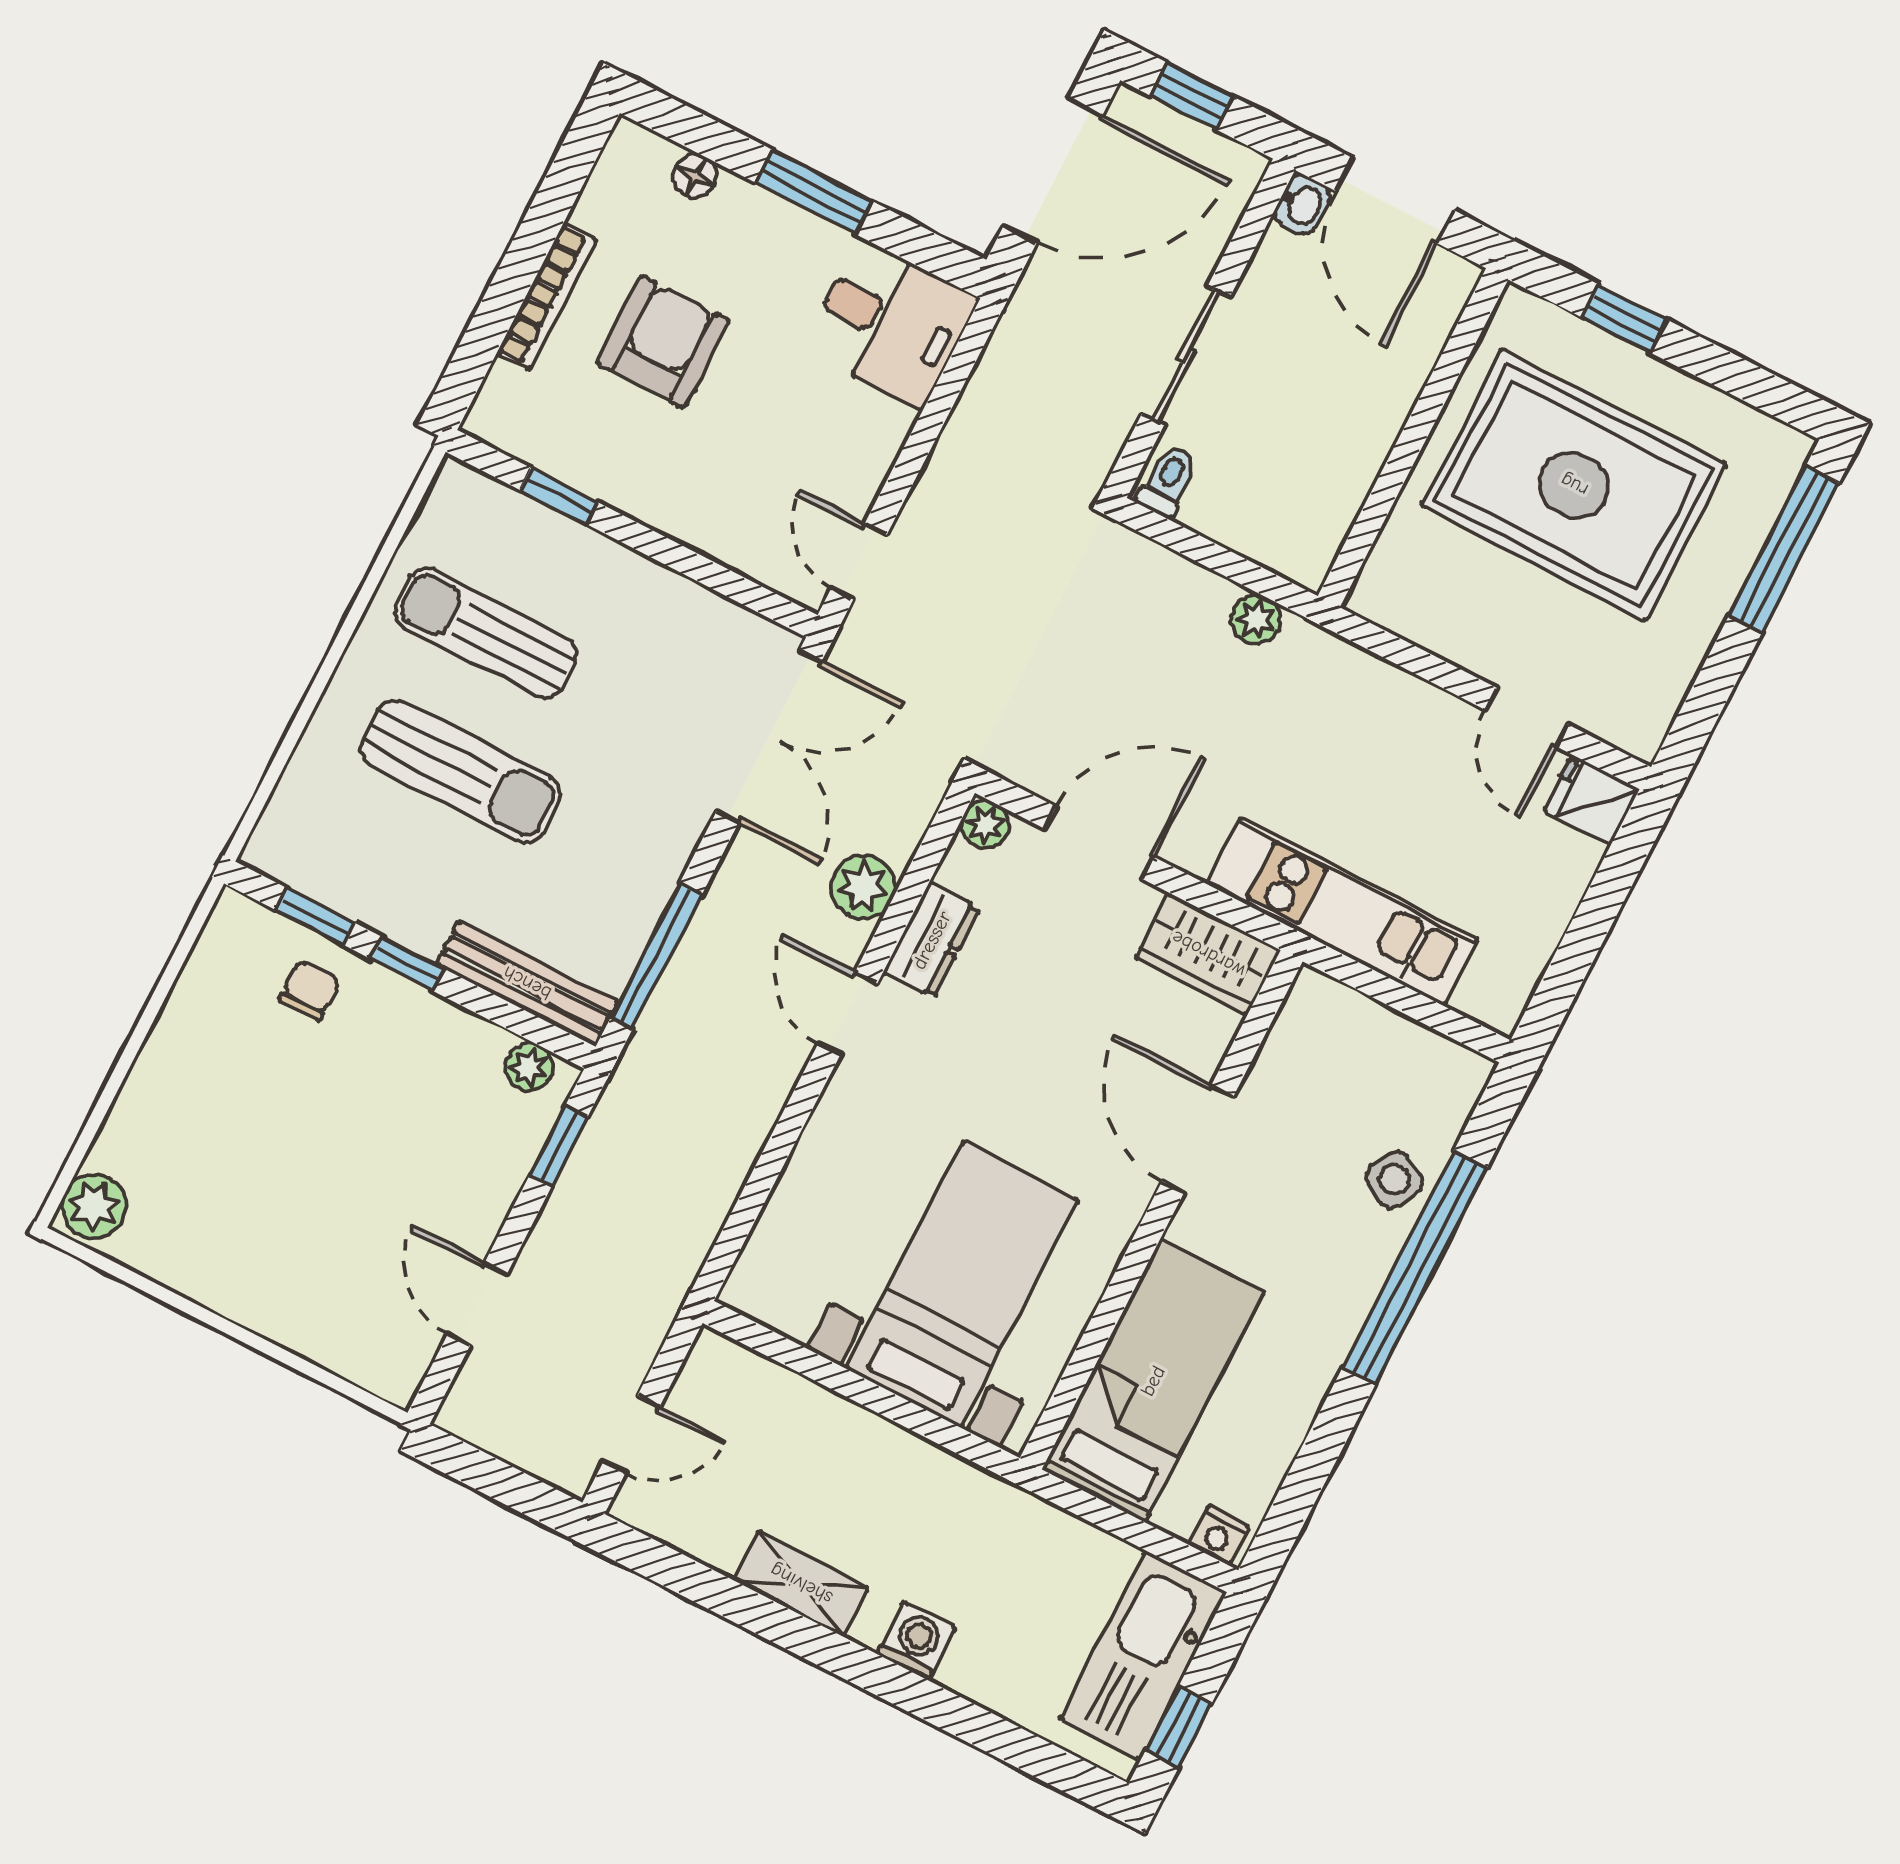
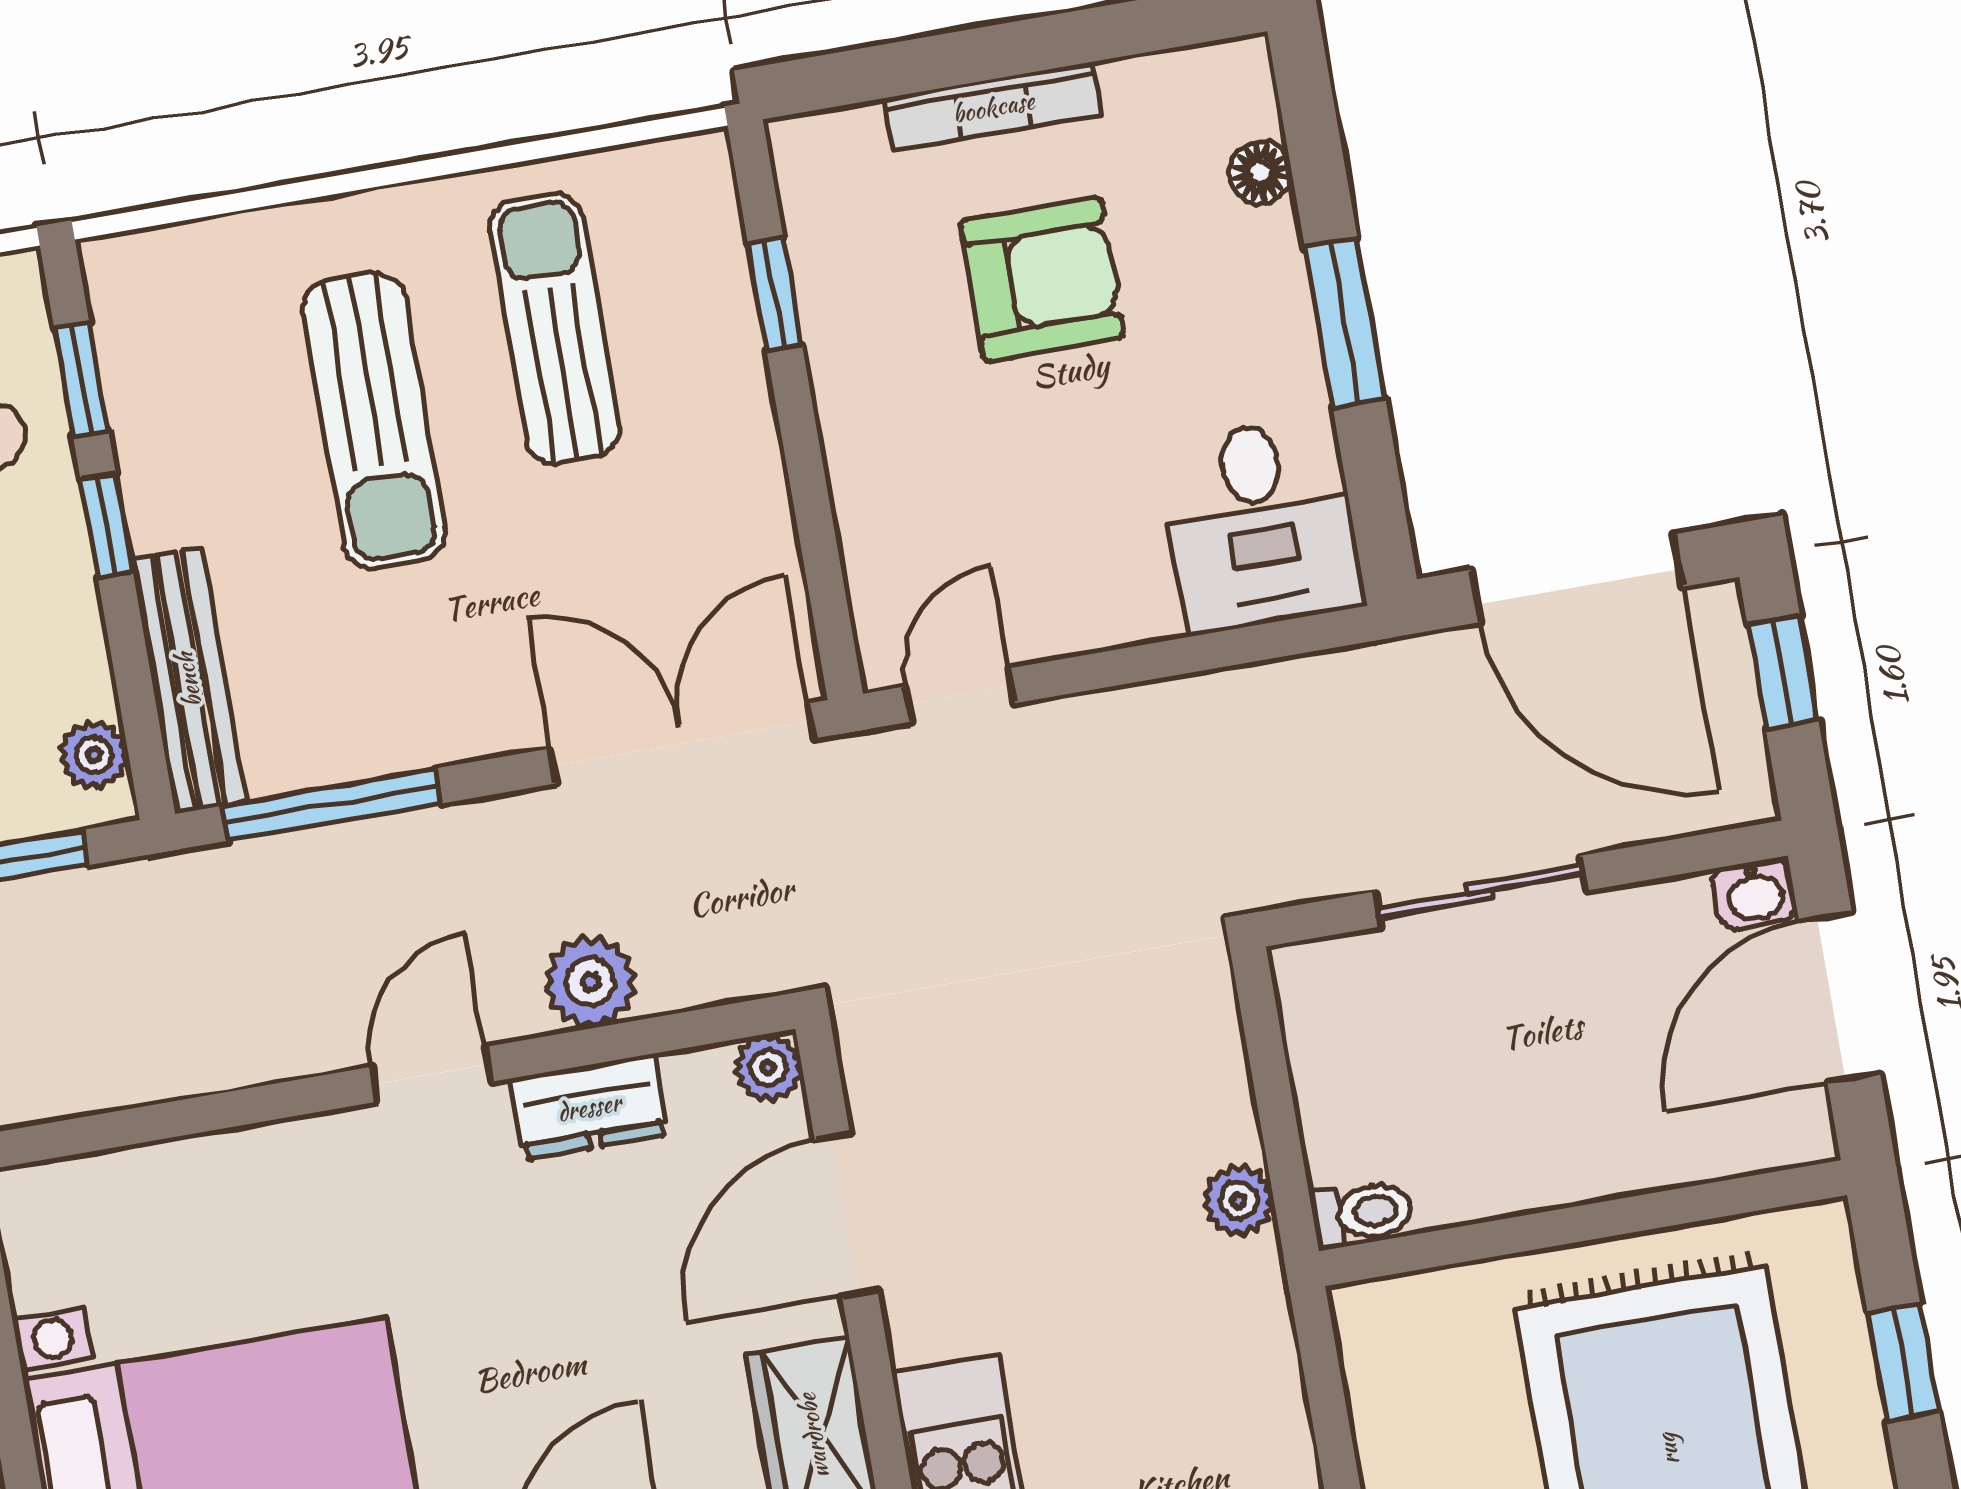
toilet: (1168, 481) -> (1362, 1213), moved
double door: (769, 736) -> (682, 743), swing flipped
door: (1099, 843) -> (846, 1215), swing flipped

